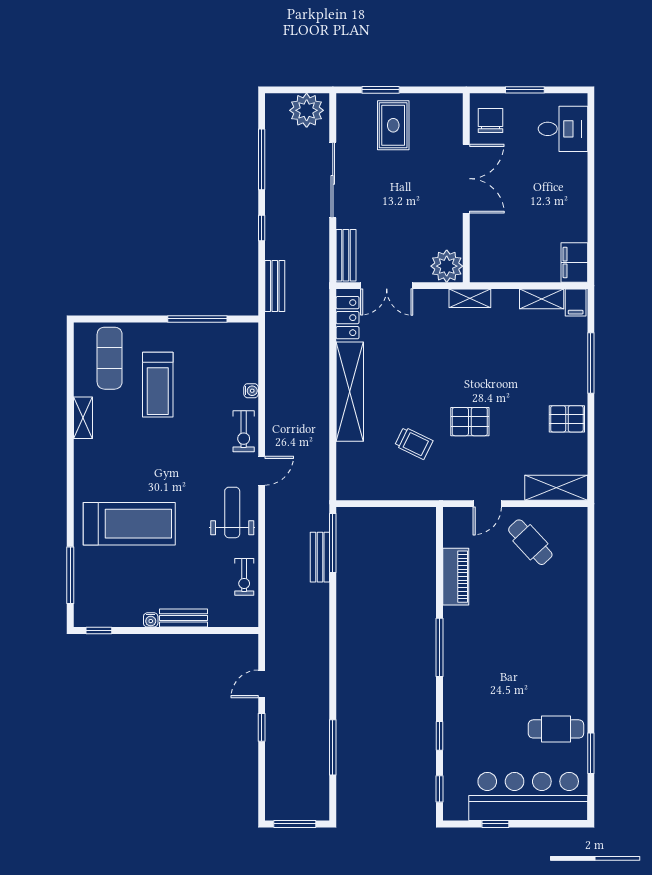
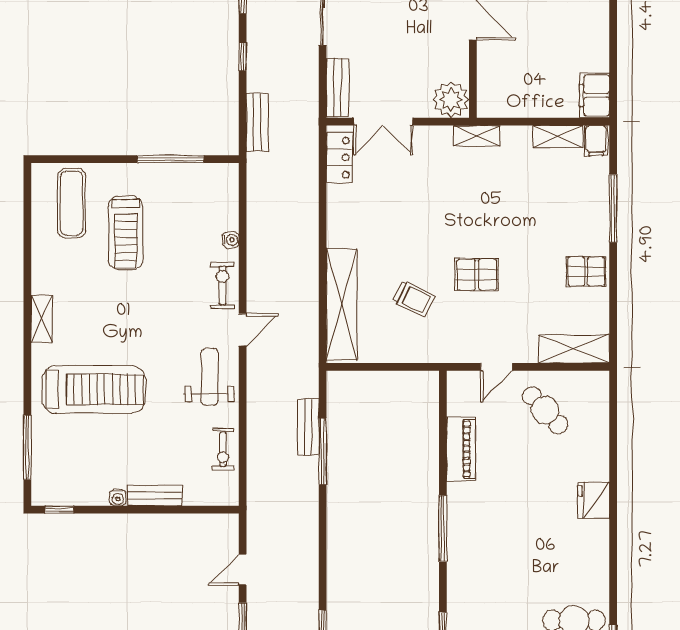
shelving: (350, 392) -> (342, 305), moved
shelving: (83, 418) -> (42, 319), moved
exercise bike: (244, 431) -> (222, 285), turned 180
window: (333, 543) -> (323, 451), moved
fridge: (574, 622) -> (594, 500), added

